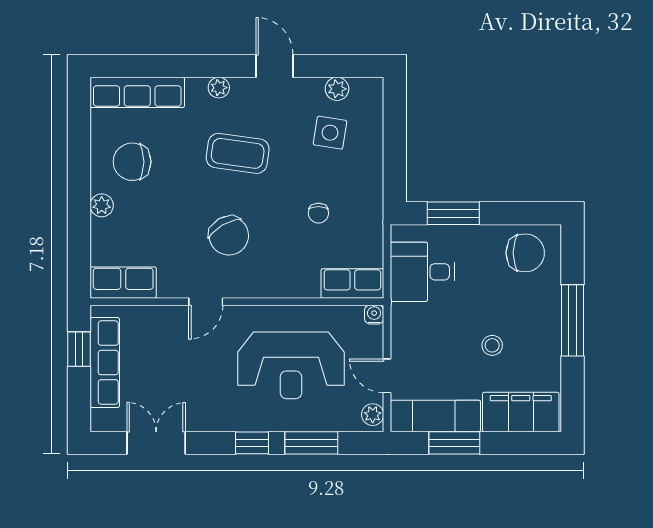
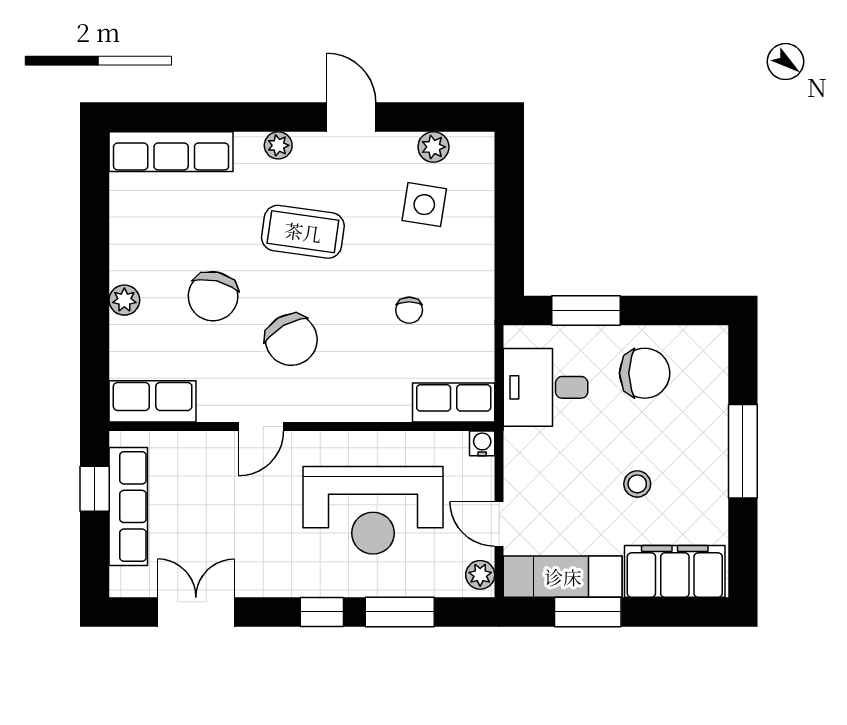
chair: (132, 162) -> (213, 296), moved, turned -77
chair: (525, 253) -> (645, 373), moved

